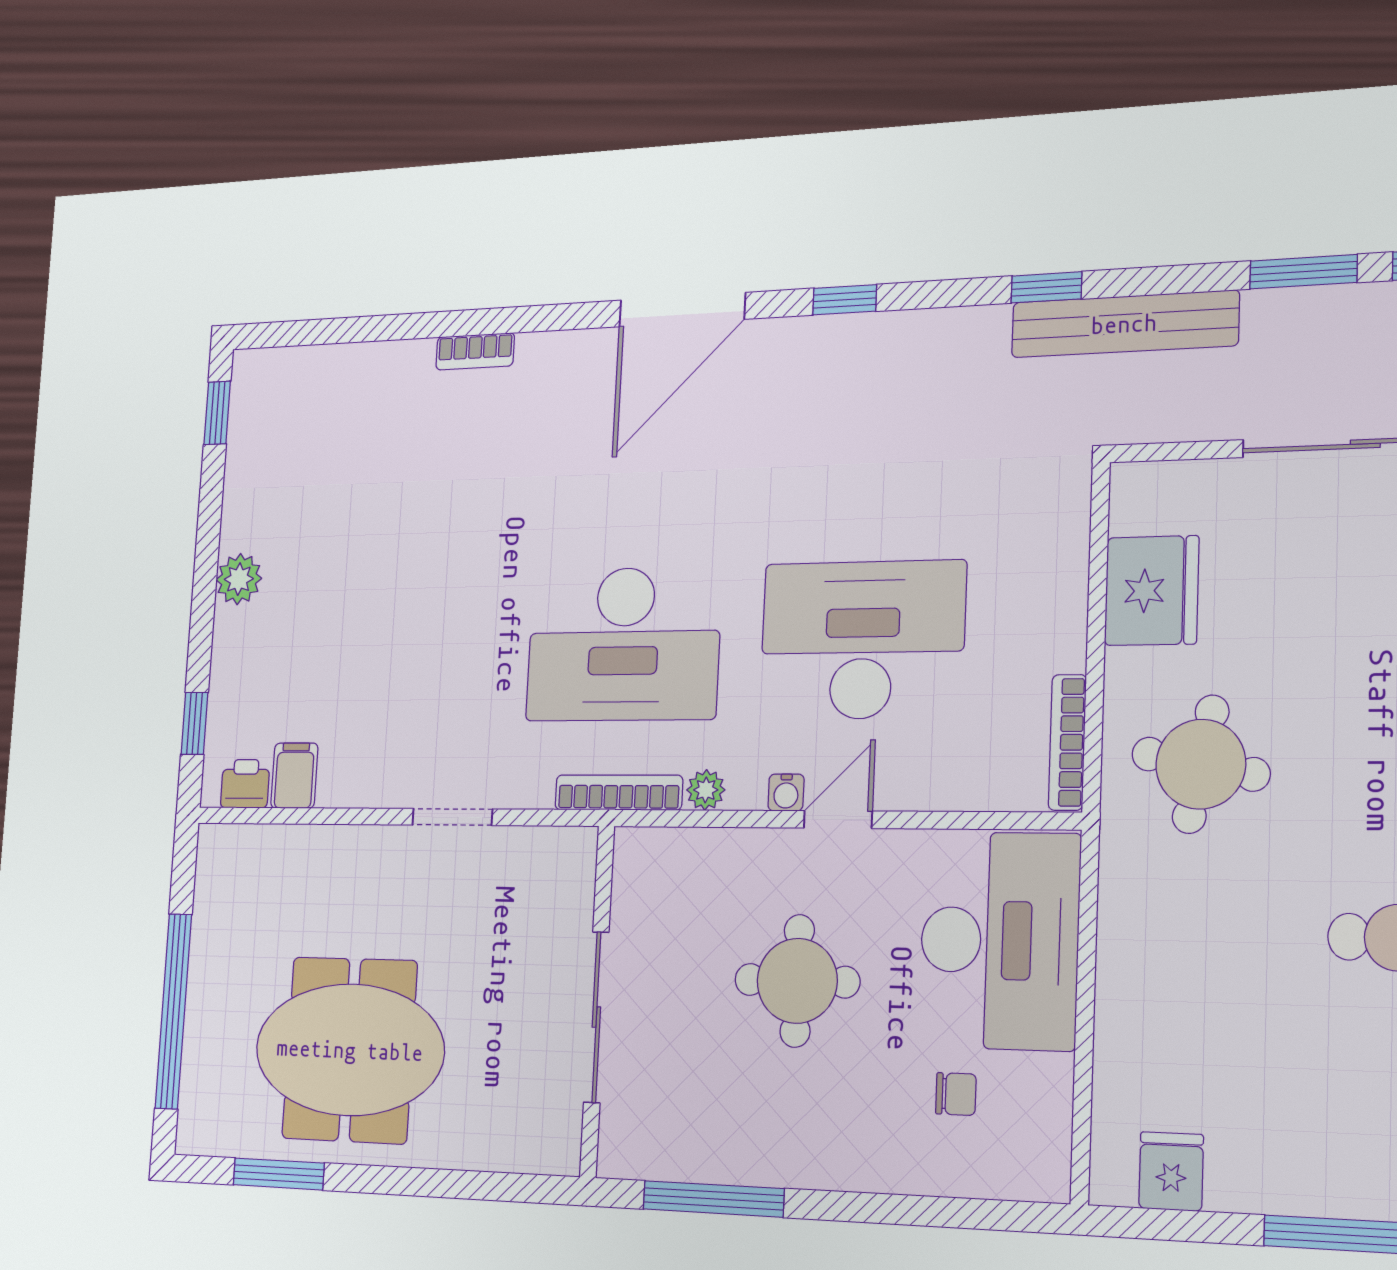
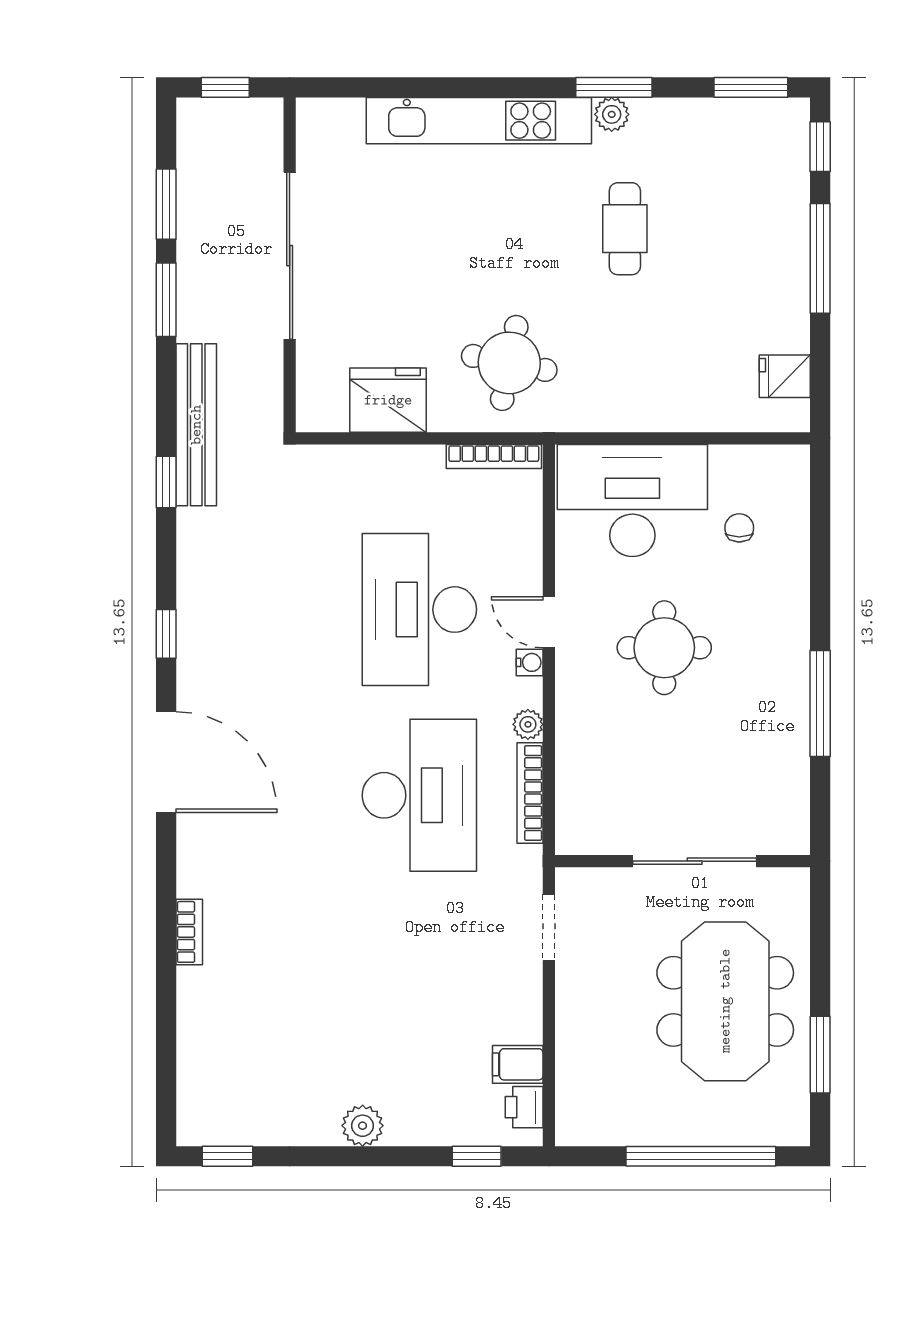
wall: (597, 1000) -> (683, 861), moved
sliding door: (596, 1017) -> (695, 861), moved

